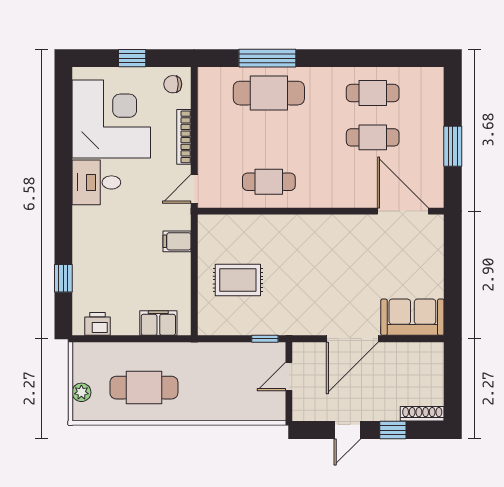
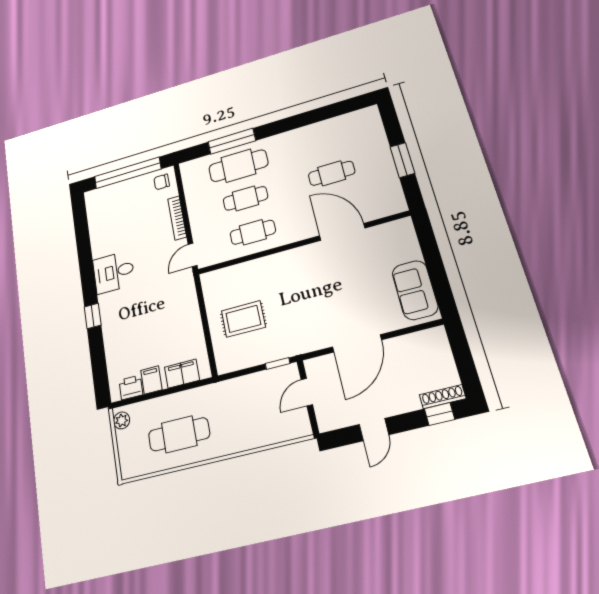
window: (132, 58) -> (128, 173), width x3.17
cafe table: (373, 93) -> (245, 198), moved
corner desk: (111, 119) -> (118, 221), removed
door: (403, 211) -> (342, 232), moved
filing cabinet: (177, 241) -> (151, 380), moved, turned 90
window: (63, 278) -> (93, 316), moved
sofa: (412, 317) -> (415, 290), moved, turned -90
plant: (81, 392) -> (122, 420), moved
window: (393, 430) -> (440, 414), moved

